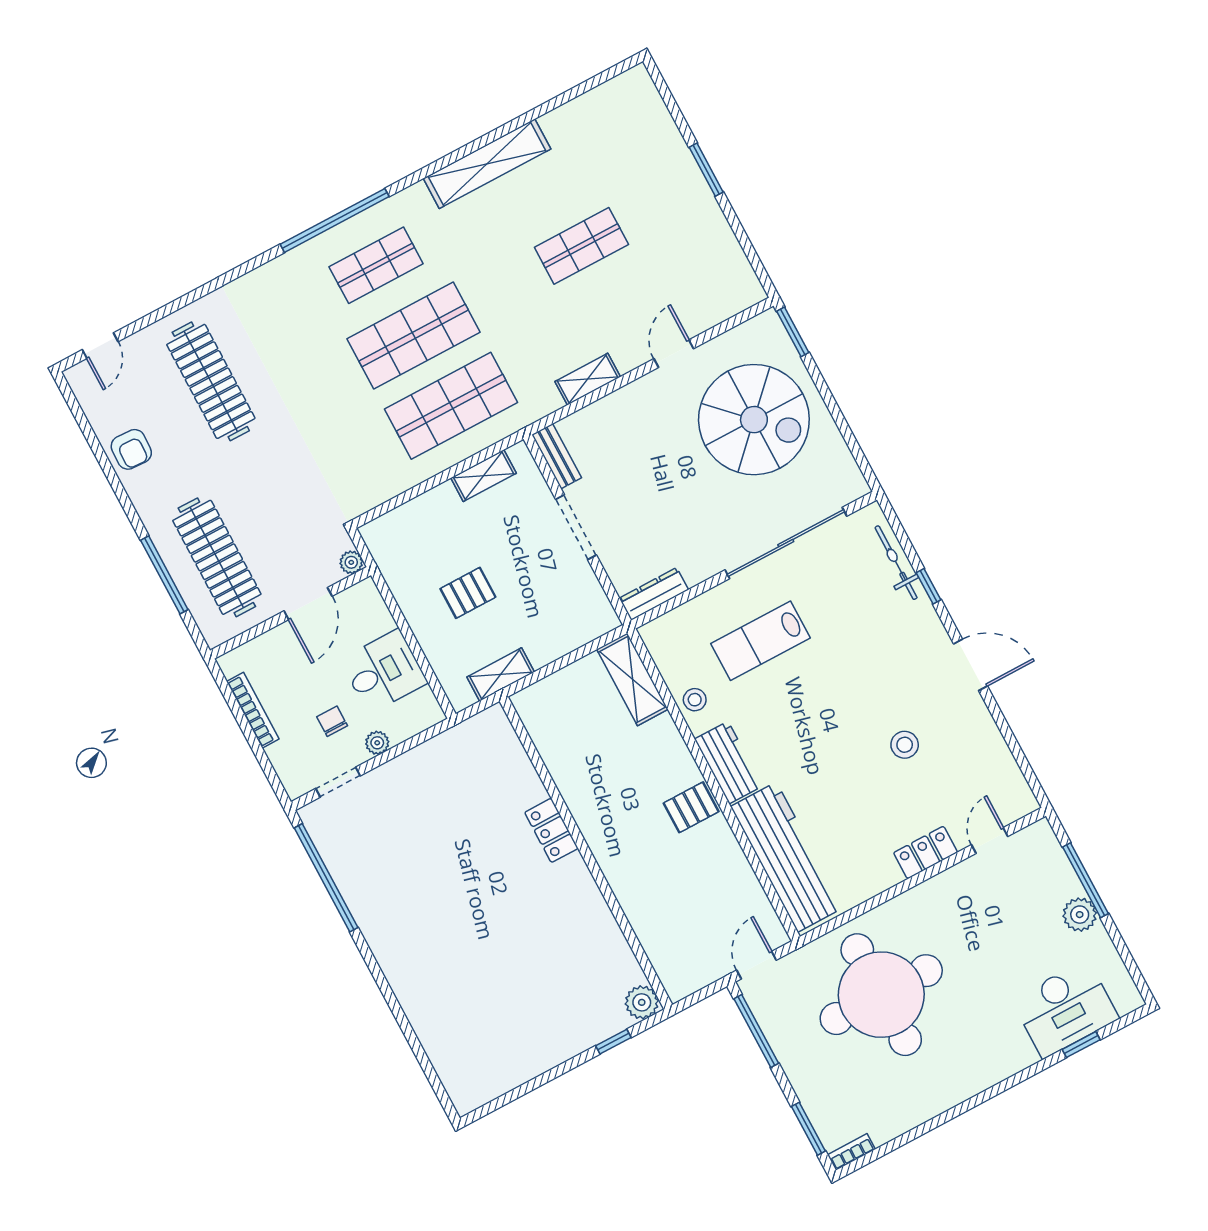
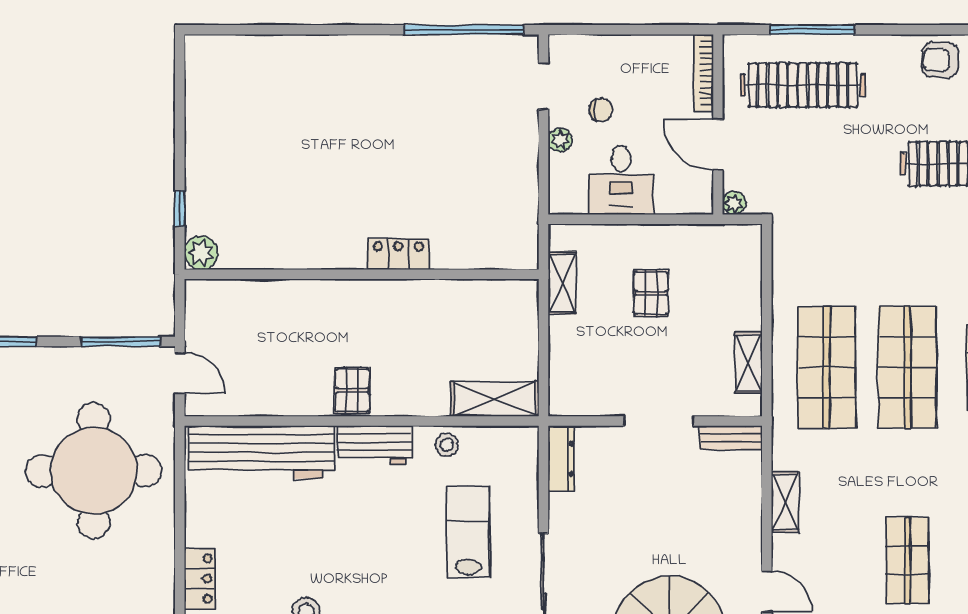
bookcase: (253, 710) -> (703, 73), moved, turned 90

